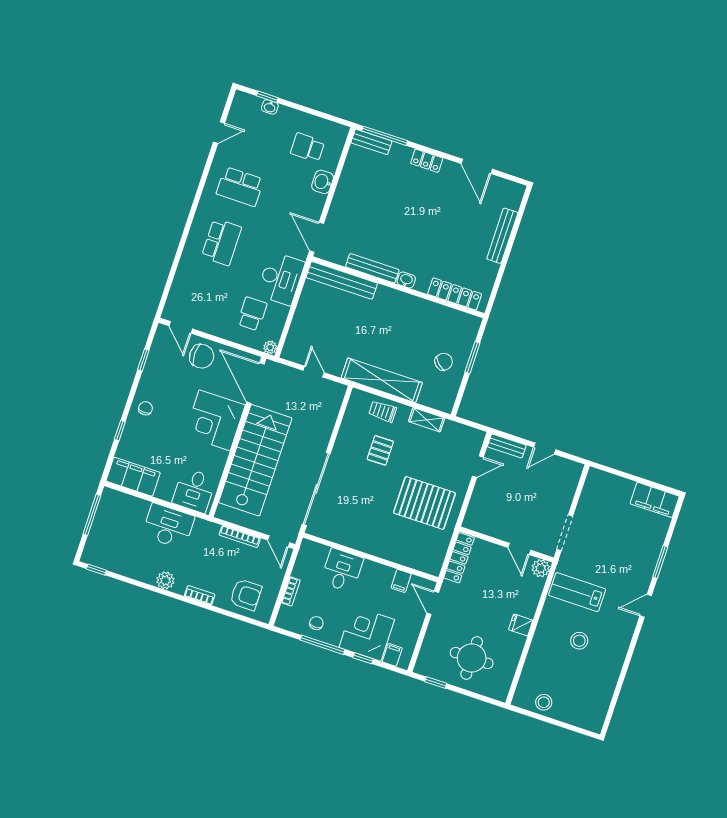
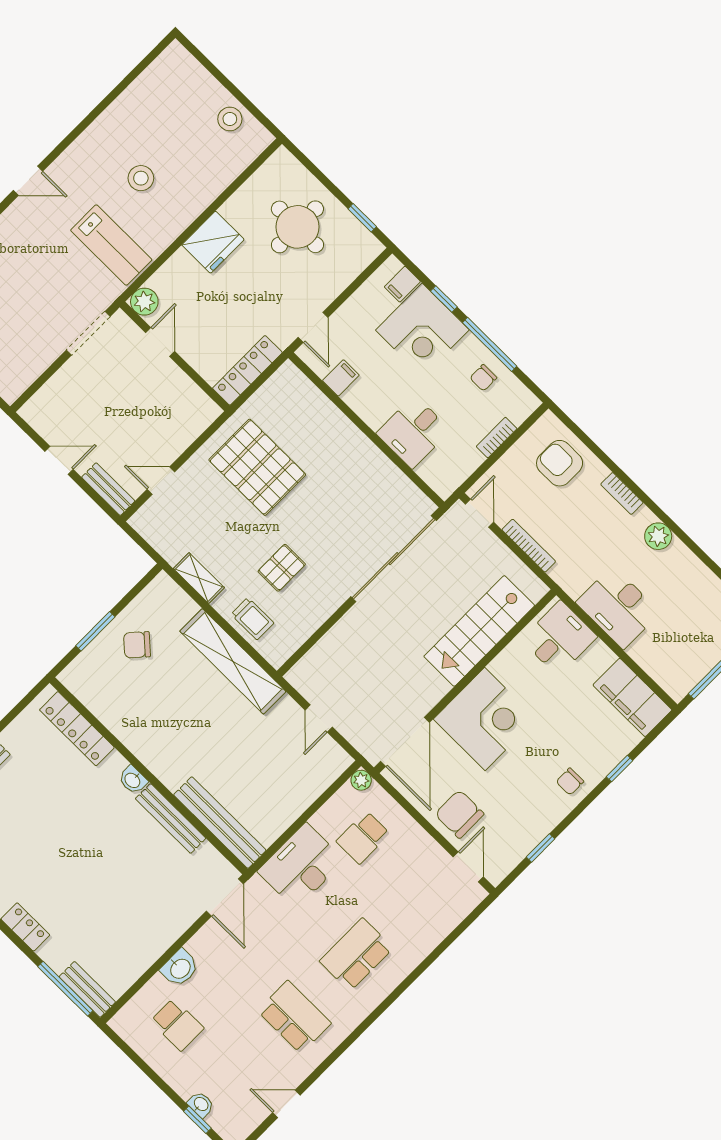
stairs: (255, 460) -> (479, 631), width x0.73, depth x0.66
fridge: (521, 625) -> (213, 242), width x1.88, depth x1.34

